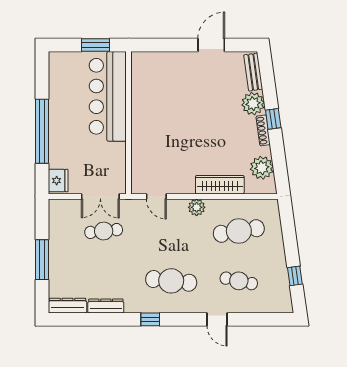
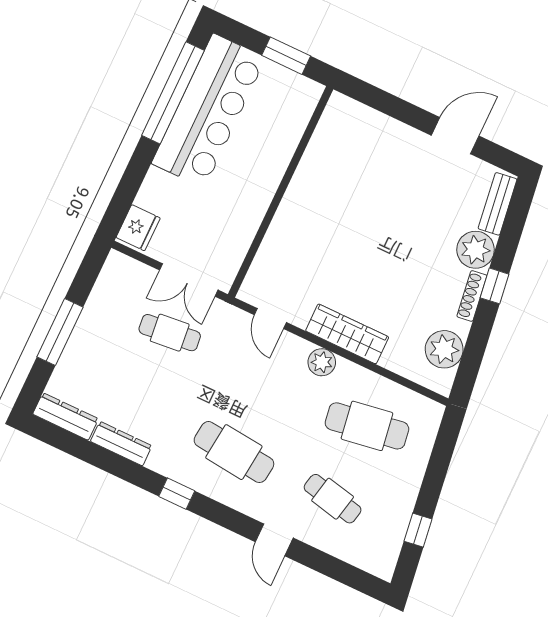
bar counter: (108, 96) -> (209, 111), moved, turned 180
window: (42, 131) -> (173, 93), moved
wardrobe: (220, 185) -> (347, 334), moved

